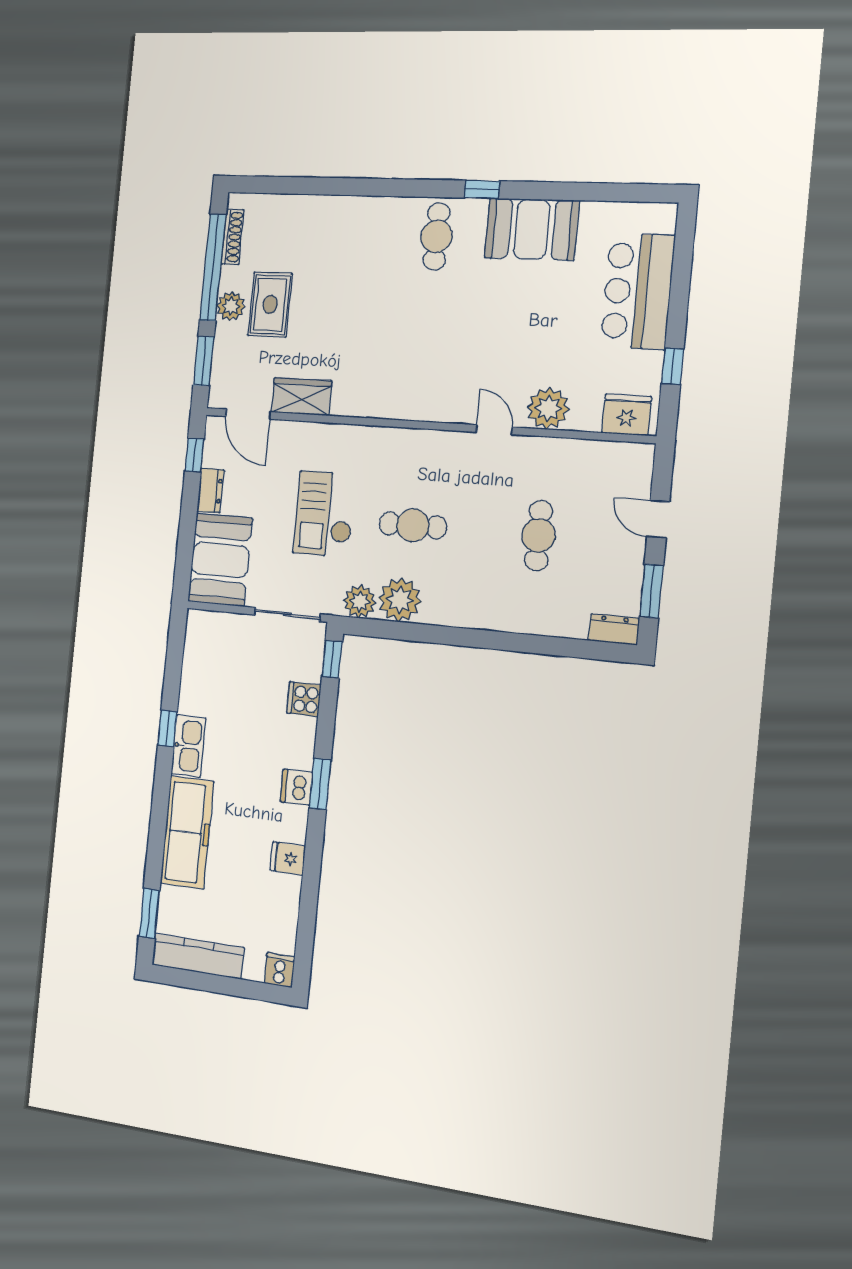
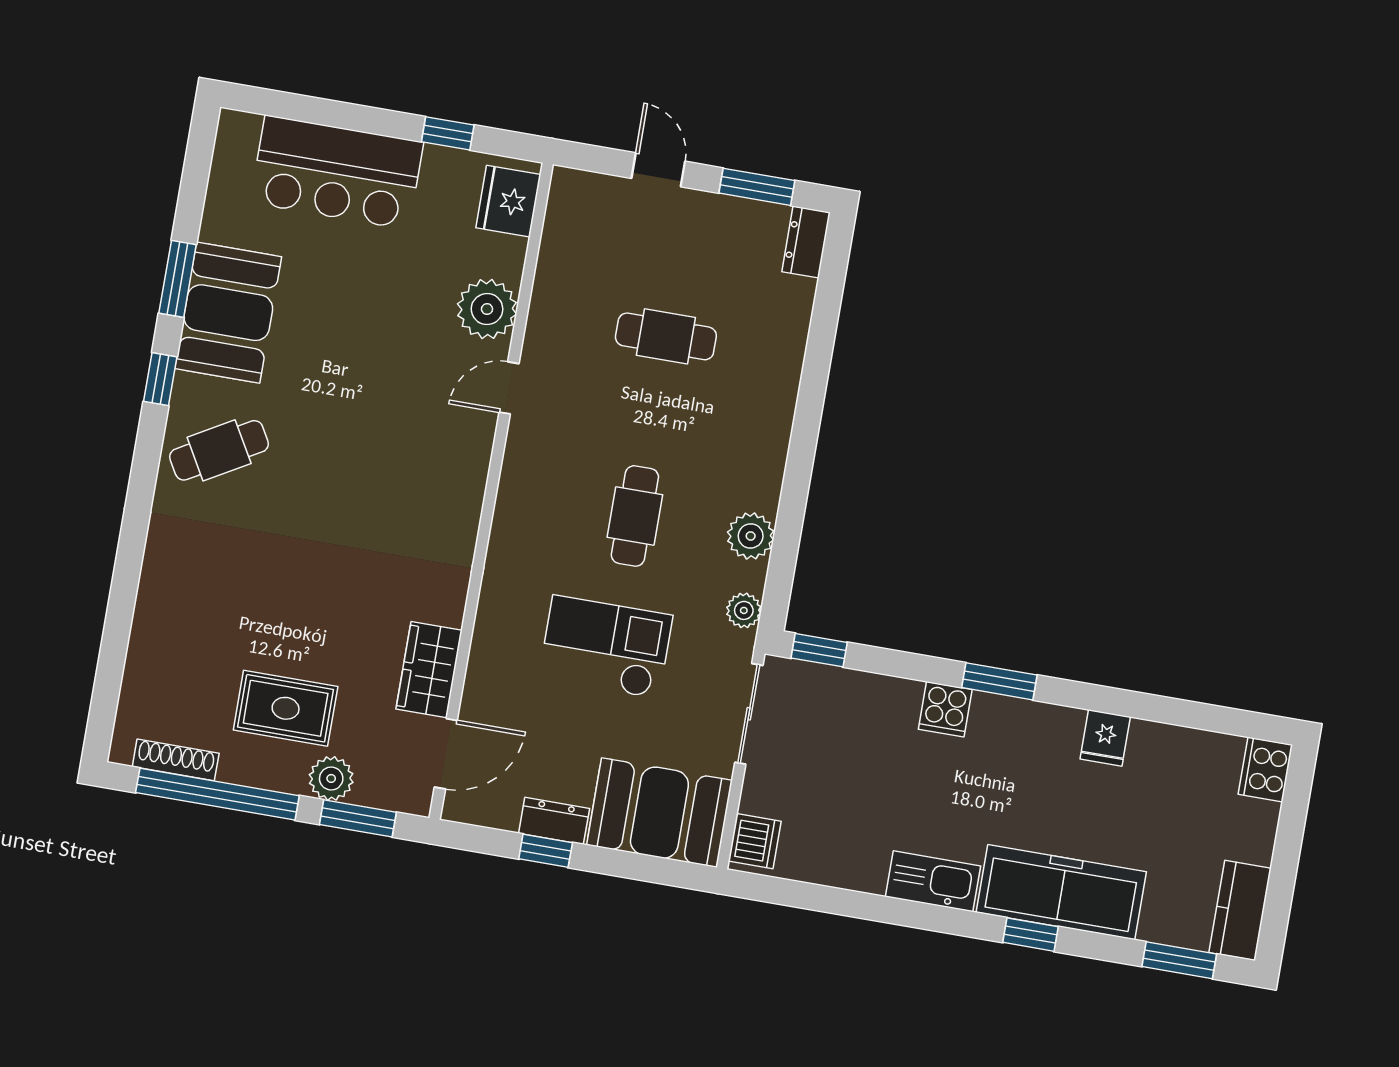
window: (553, 191) -> (178, 279), added
cafe table: (437, 236) -> (219, 450), turned -30
plant: (231, 306) -> (331, 778), moved
window: (194, 455) -> (546, 851), moved
checkout: (324, 514) -> (606, 647), turned 180
door: (658, 519) -> (658, 170), swing flipped
plant: (400, 600) -> (751, 536), width x0.73, depth x0.73
plant: (360, 602) -> (744, 610), width x0.73, depth x0.73
cooker: (304, 699) -> (945, 709), moved
window: (167, 728) -> (1031, 935), moved
dishwasher: (296, 787) -> (755, 841), moved, turned -90
kitchen counter: (198, 956) -> (1240, 910), width x0.67
cooker: (280, 970) -> (1265, 769), width x1.36

